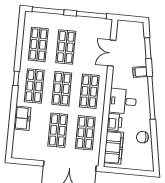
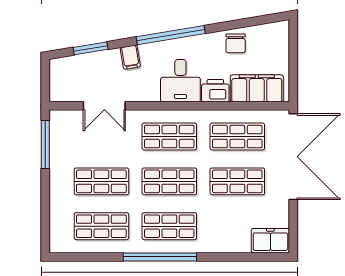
window: (48, 11) -> (45, 216), removed
window: (16, 78) -> (160, 257), width x3.17
freezer: (22, 118) -> (270, 241), moved

